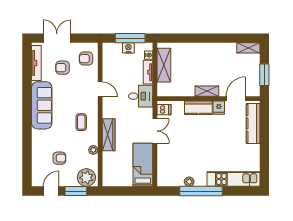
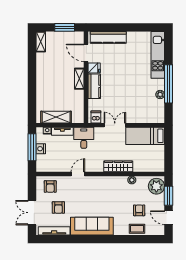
coffee table: (81, 122) -> (137, 229), moved

